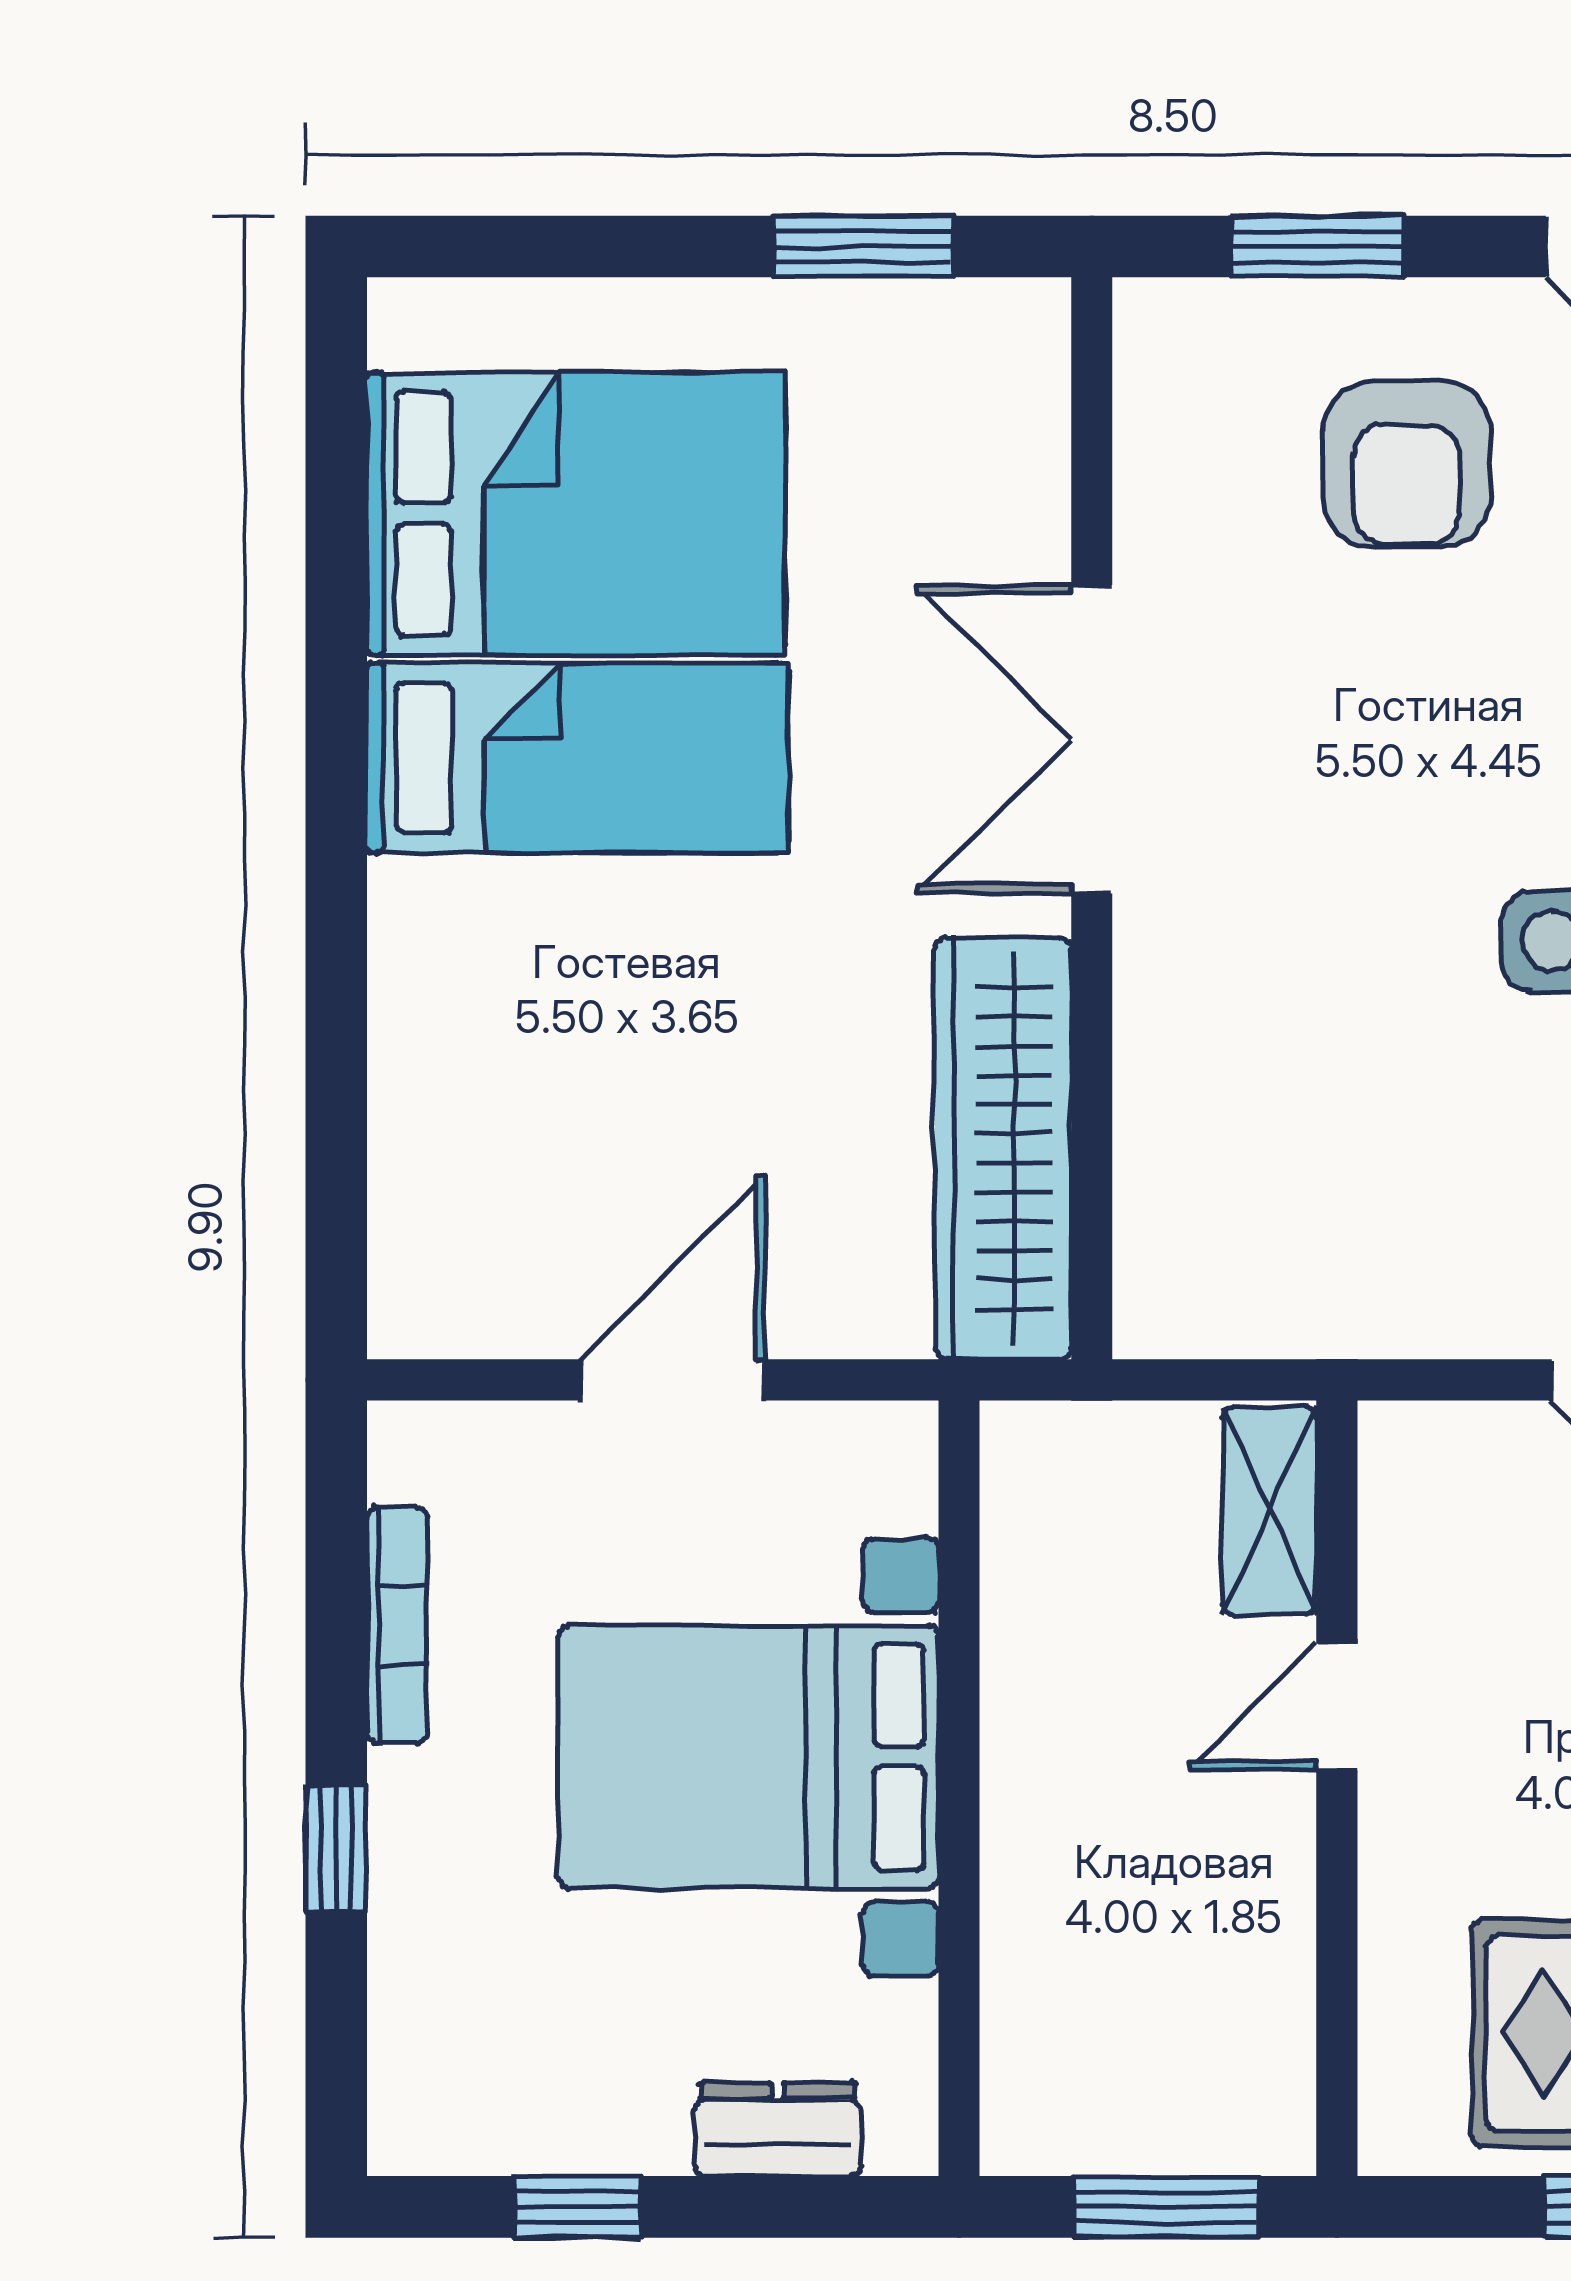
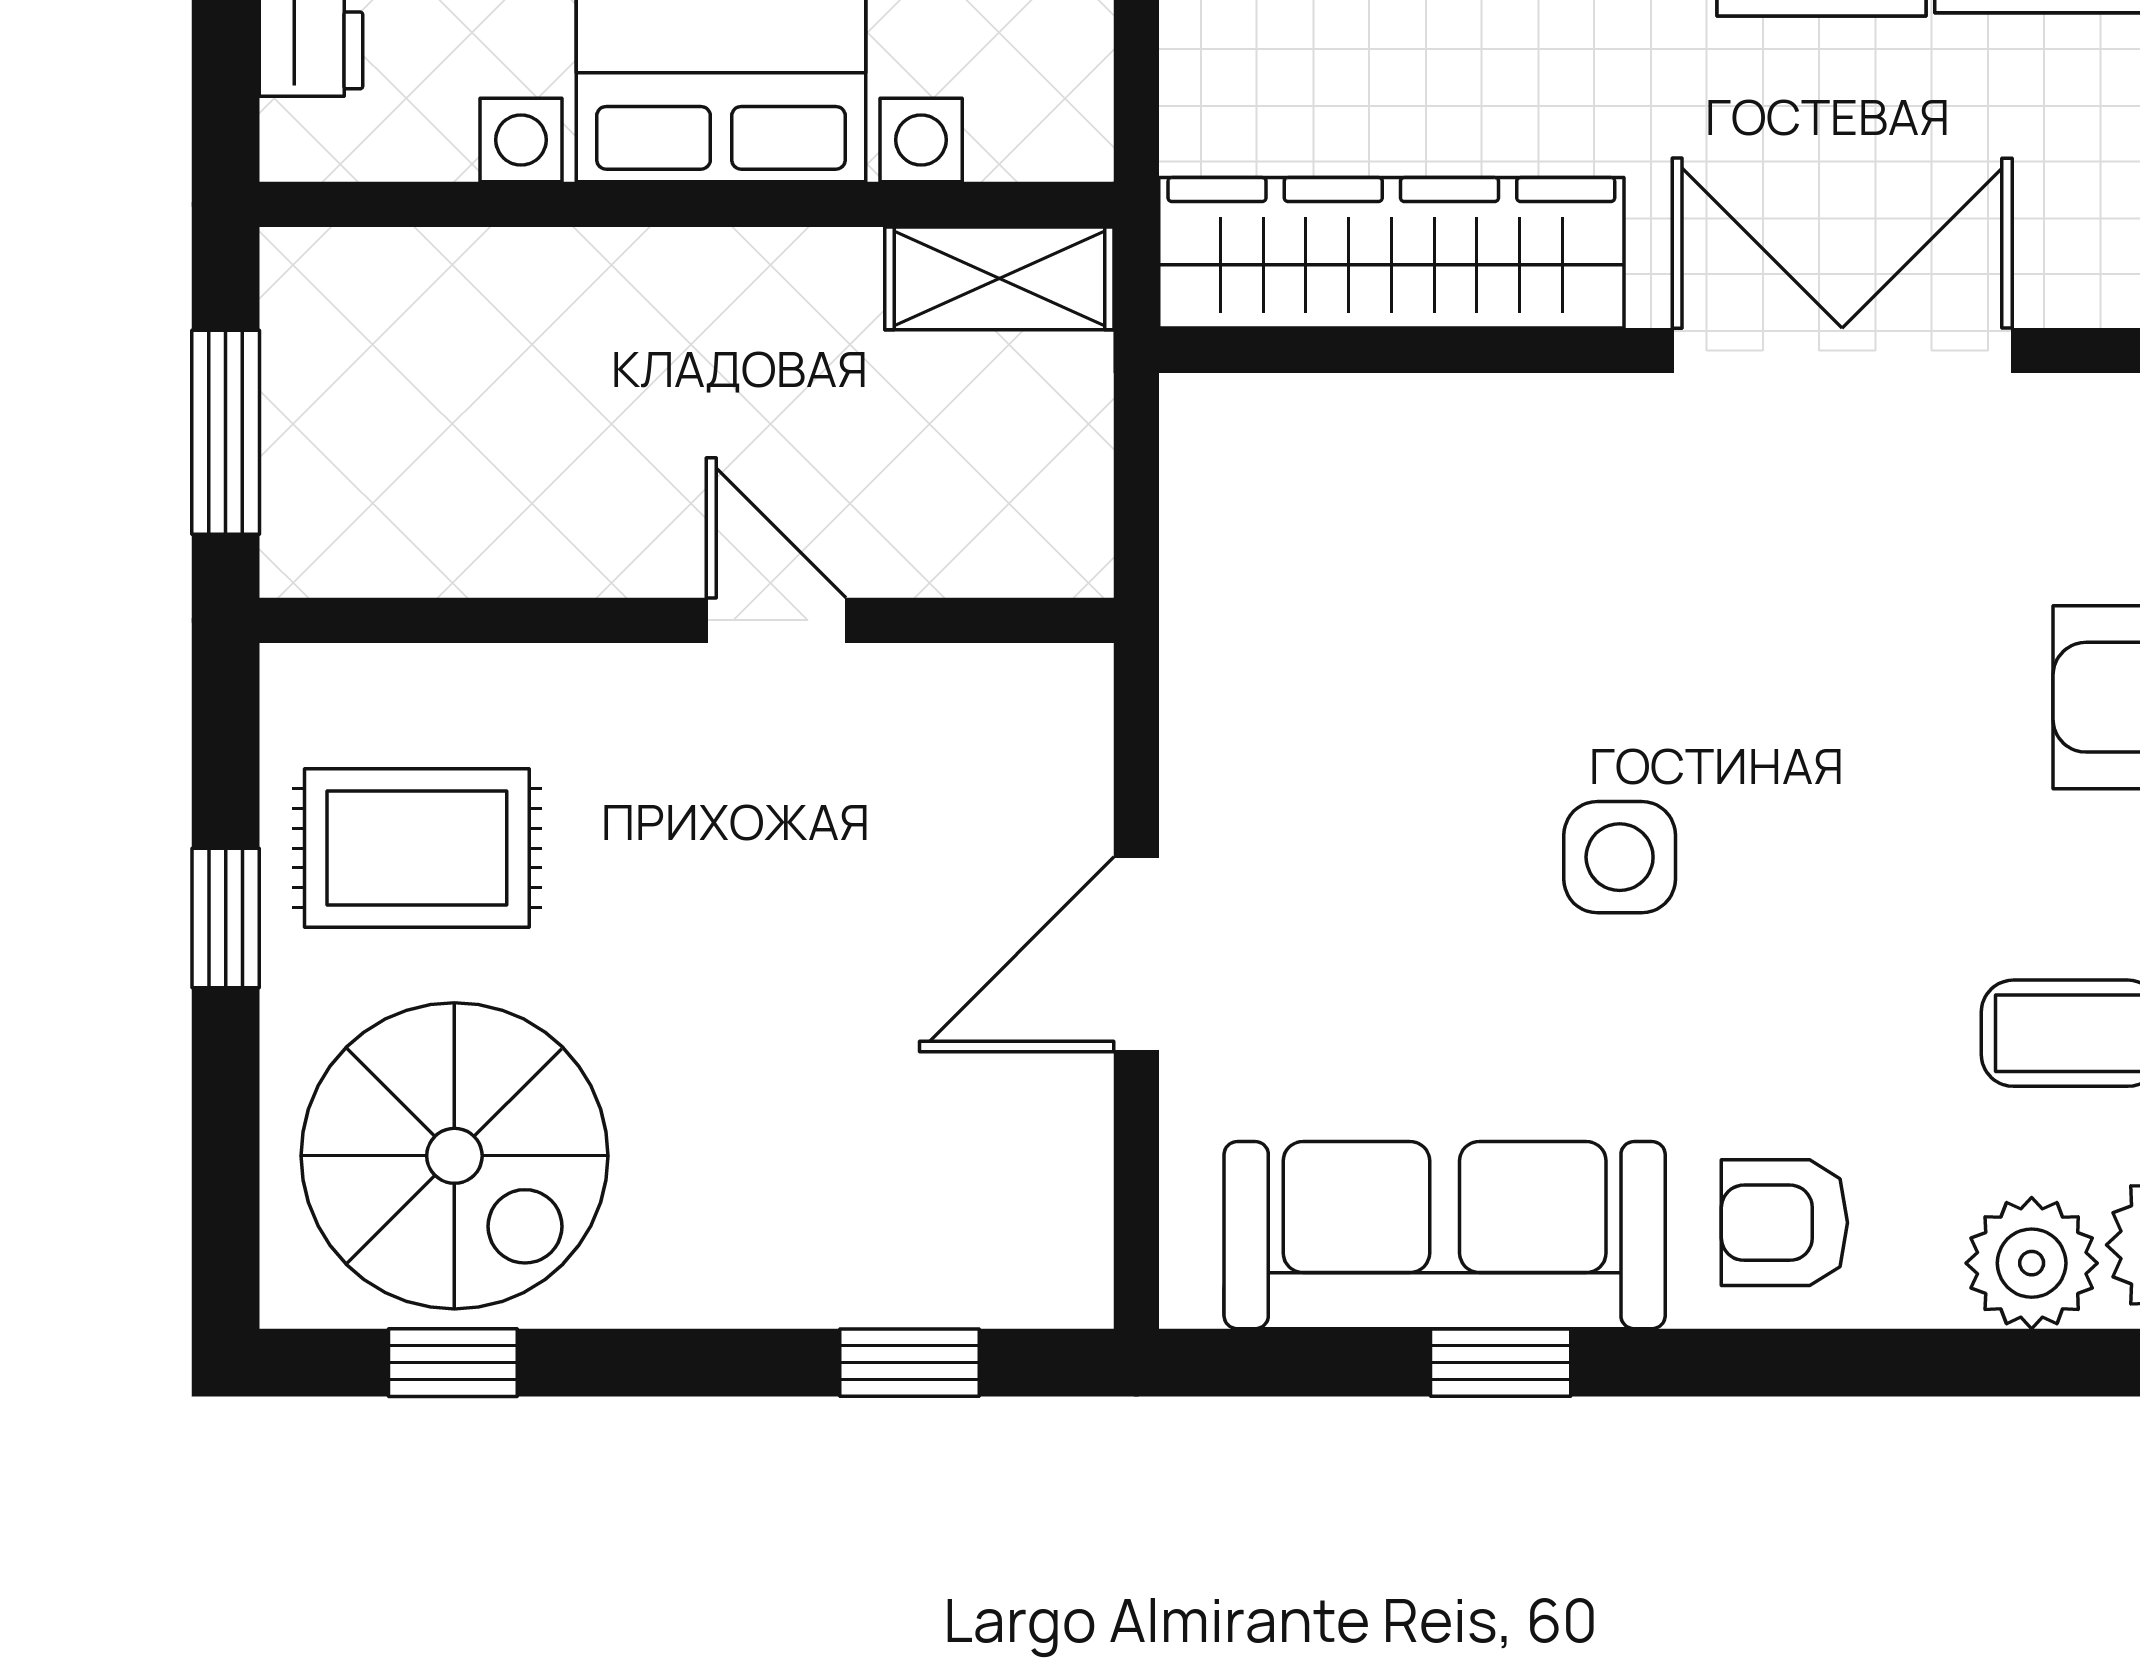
shelving: (1270, 1511) -> (999, 278), moved

